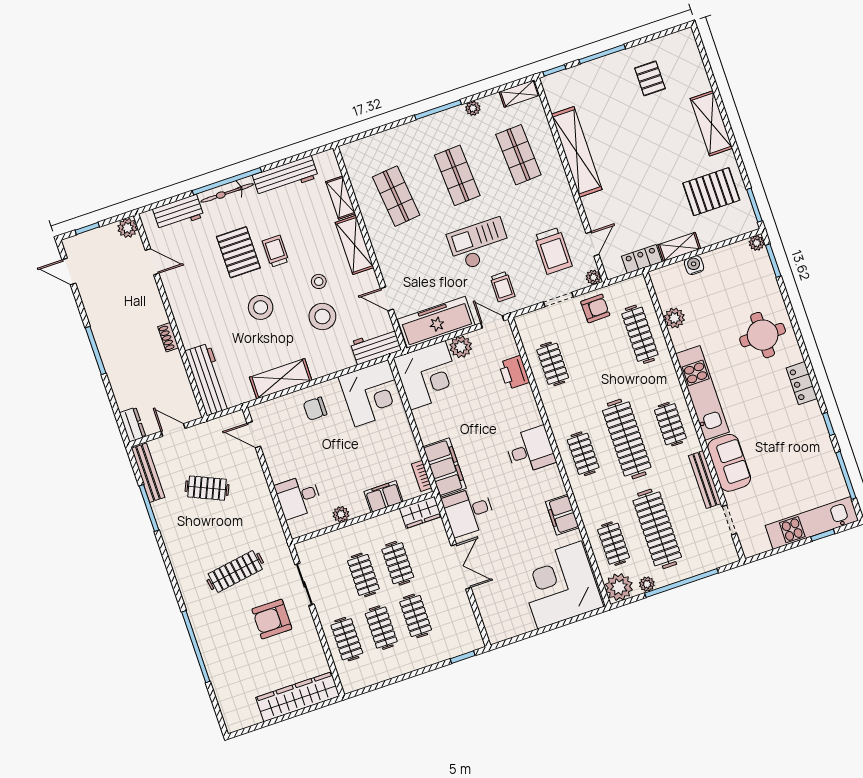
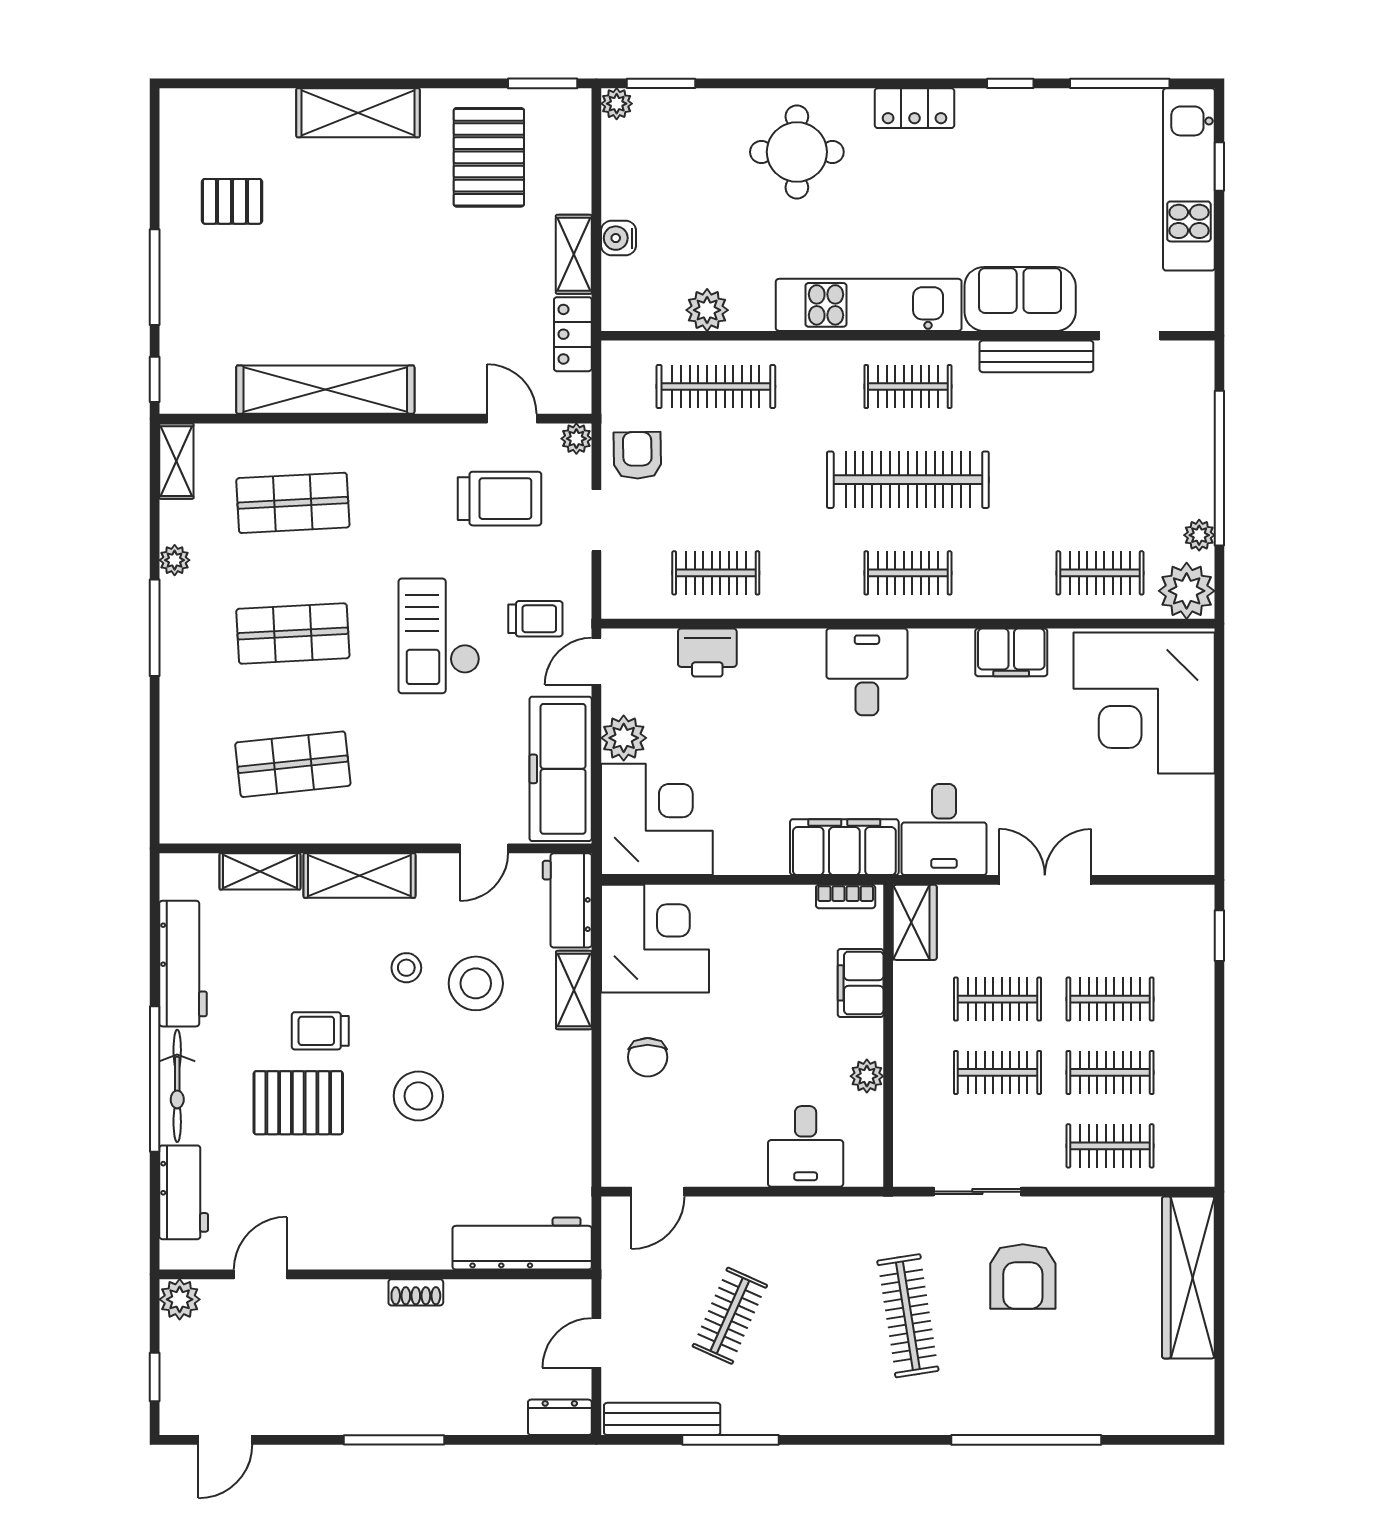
shelving: (281, 379) -> (574, 990), moved, width x0.67, depth x0.75
clothes rail: (657, 529) -> (1100, 480), removed

